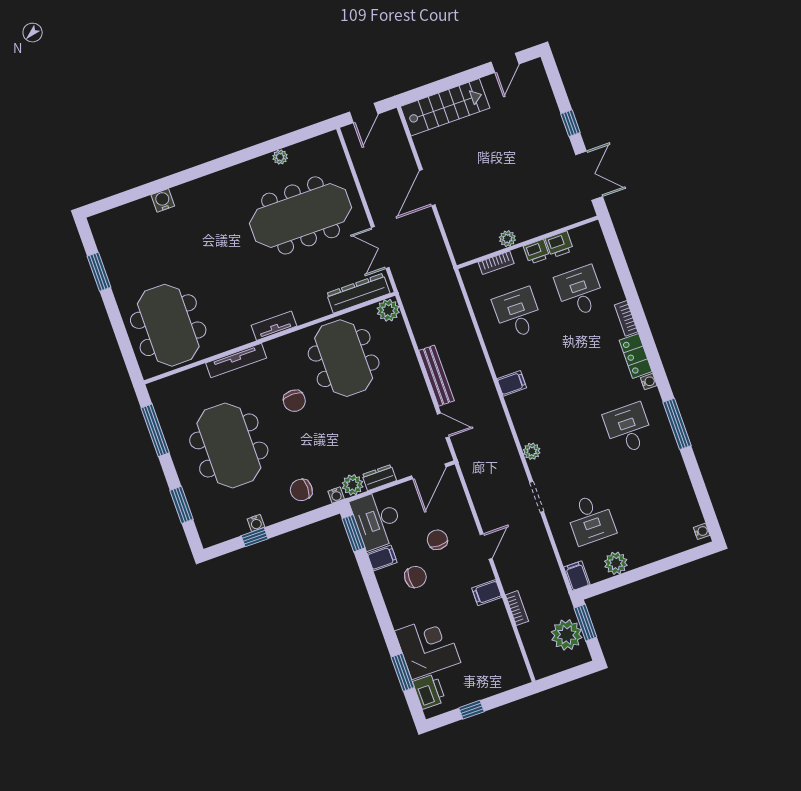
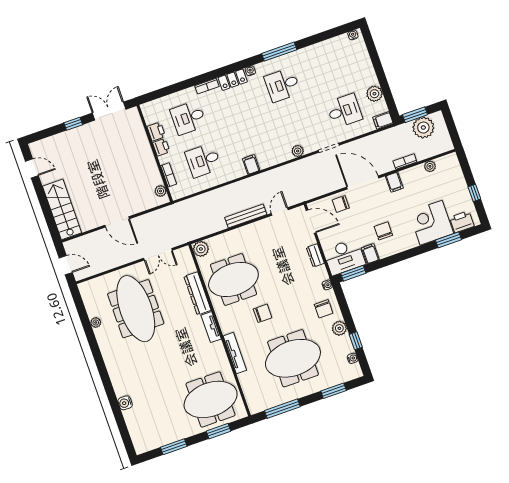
plant: (507, 239) -> (160, 191), moved
dresser: (358, 293) -> (197, 293), moved
window: (122, 337) -> (218, 431), added
plant: (353, 485) -> (339, 328), moved
water cooler: (256, 523) -> (353, 358), moved
chair: (437, 540) -> (341, 204), moved
door: (486, 547) -> (363, 182), width x1.88
plant: (510, 645) -> (430, 166), added

